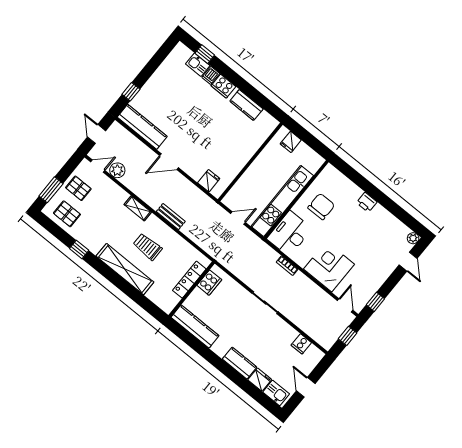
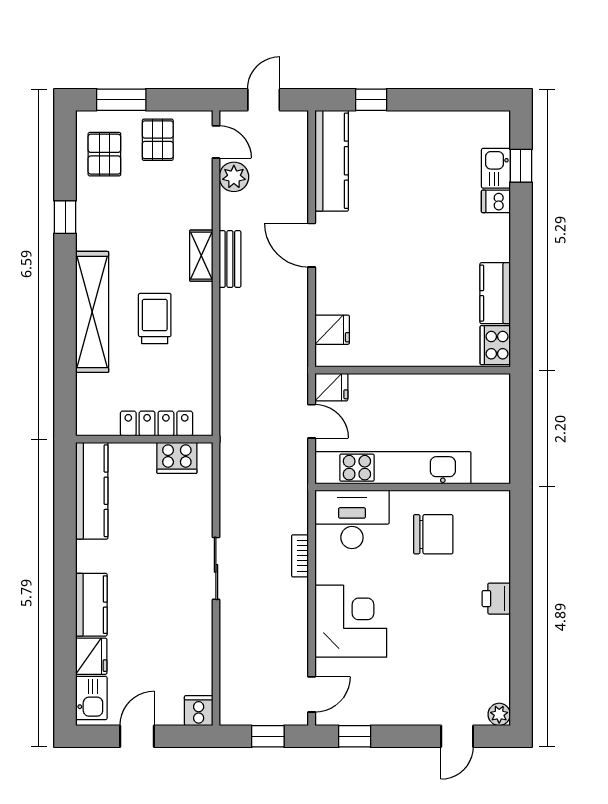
cooker: (223, 86) -> (495, 345), moved
fridge: (291, 142) -> (331, 387), moved, turned 180
bench: (171, 216) -> (230, 259), moved
cooker: (301, 344) -> (199, 711), moved, turned 90

